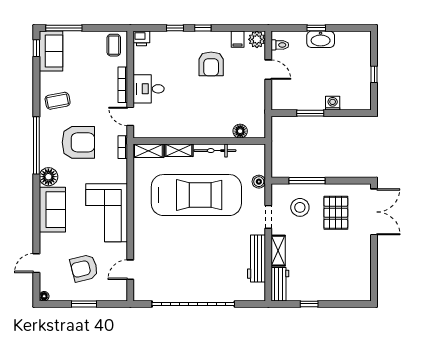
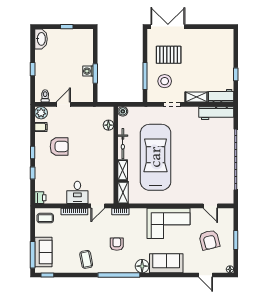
washbasin: (321, 39) -> (41, 39), moved
sofa: (51, 51) -> (43, 252), moved, turned 90
washing machine: (333, 103) -> (88, 71), moved
armchair: (78, 142) -> (117, 244), width x0.53, depth x0.53
boiler: (259, 182) -> (123, 111), moved
workbench: (257, 259) -> (216, 113), moved

